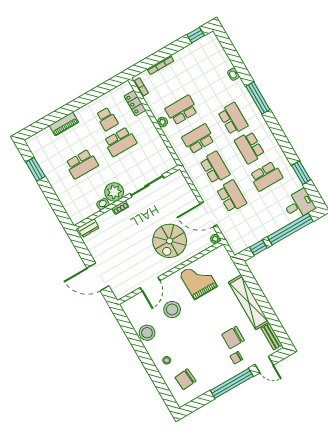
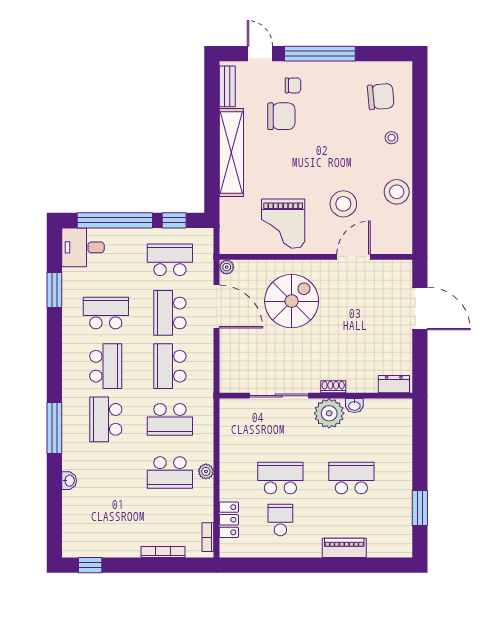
school desk: (248, 225) -> (170, 260), added

